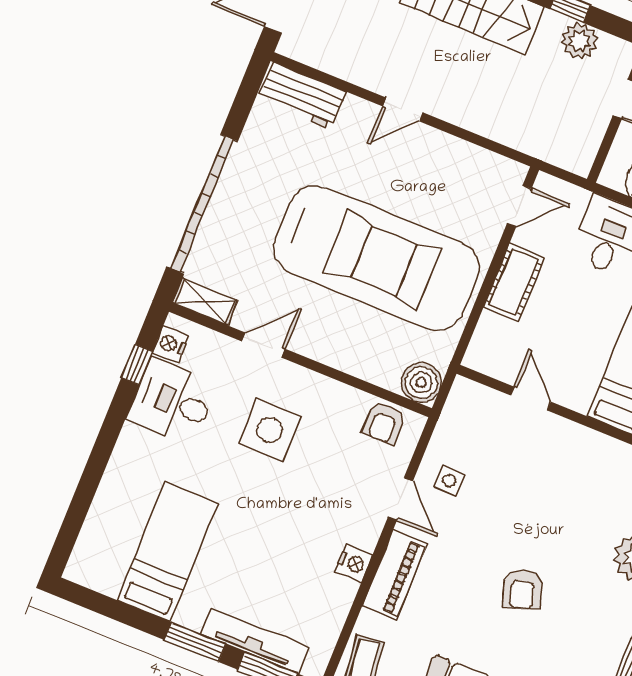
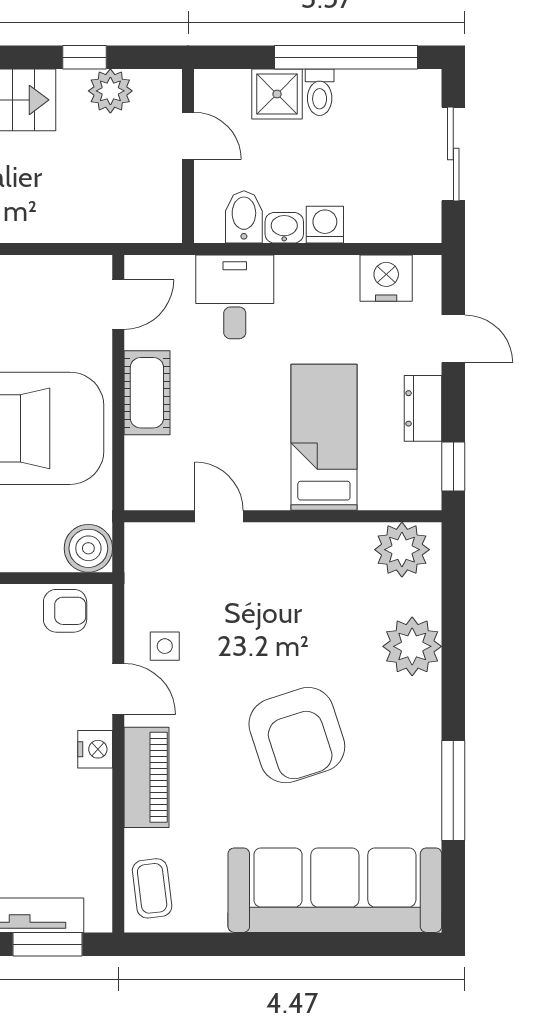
armchair: (384, 423) -> (65, 611), turned -90
nightstand: (354, 563) -> (95, 749), moved
armchair: (522, 589) -> (297, 735), width x1.88, depth x1.88

